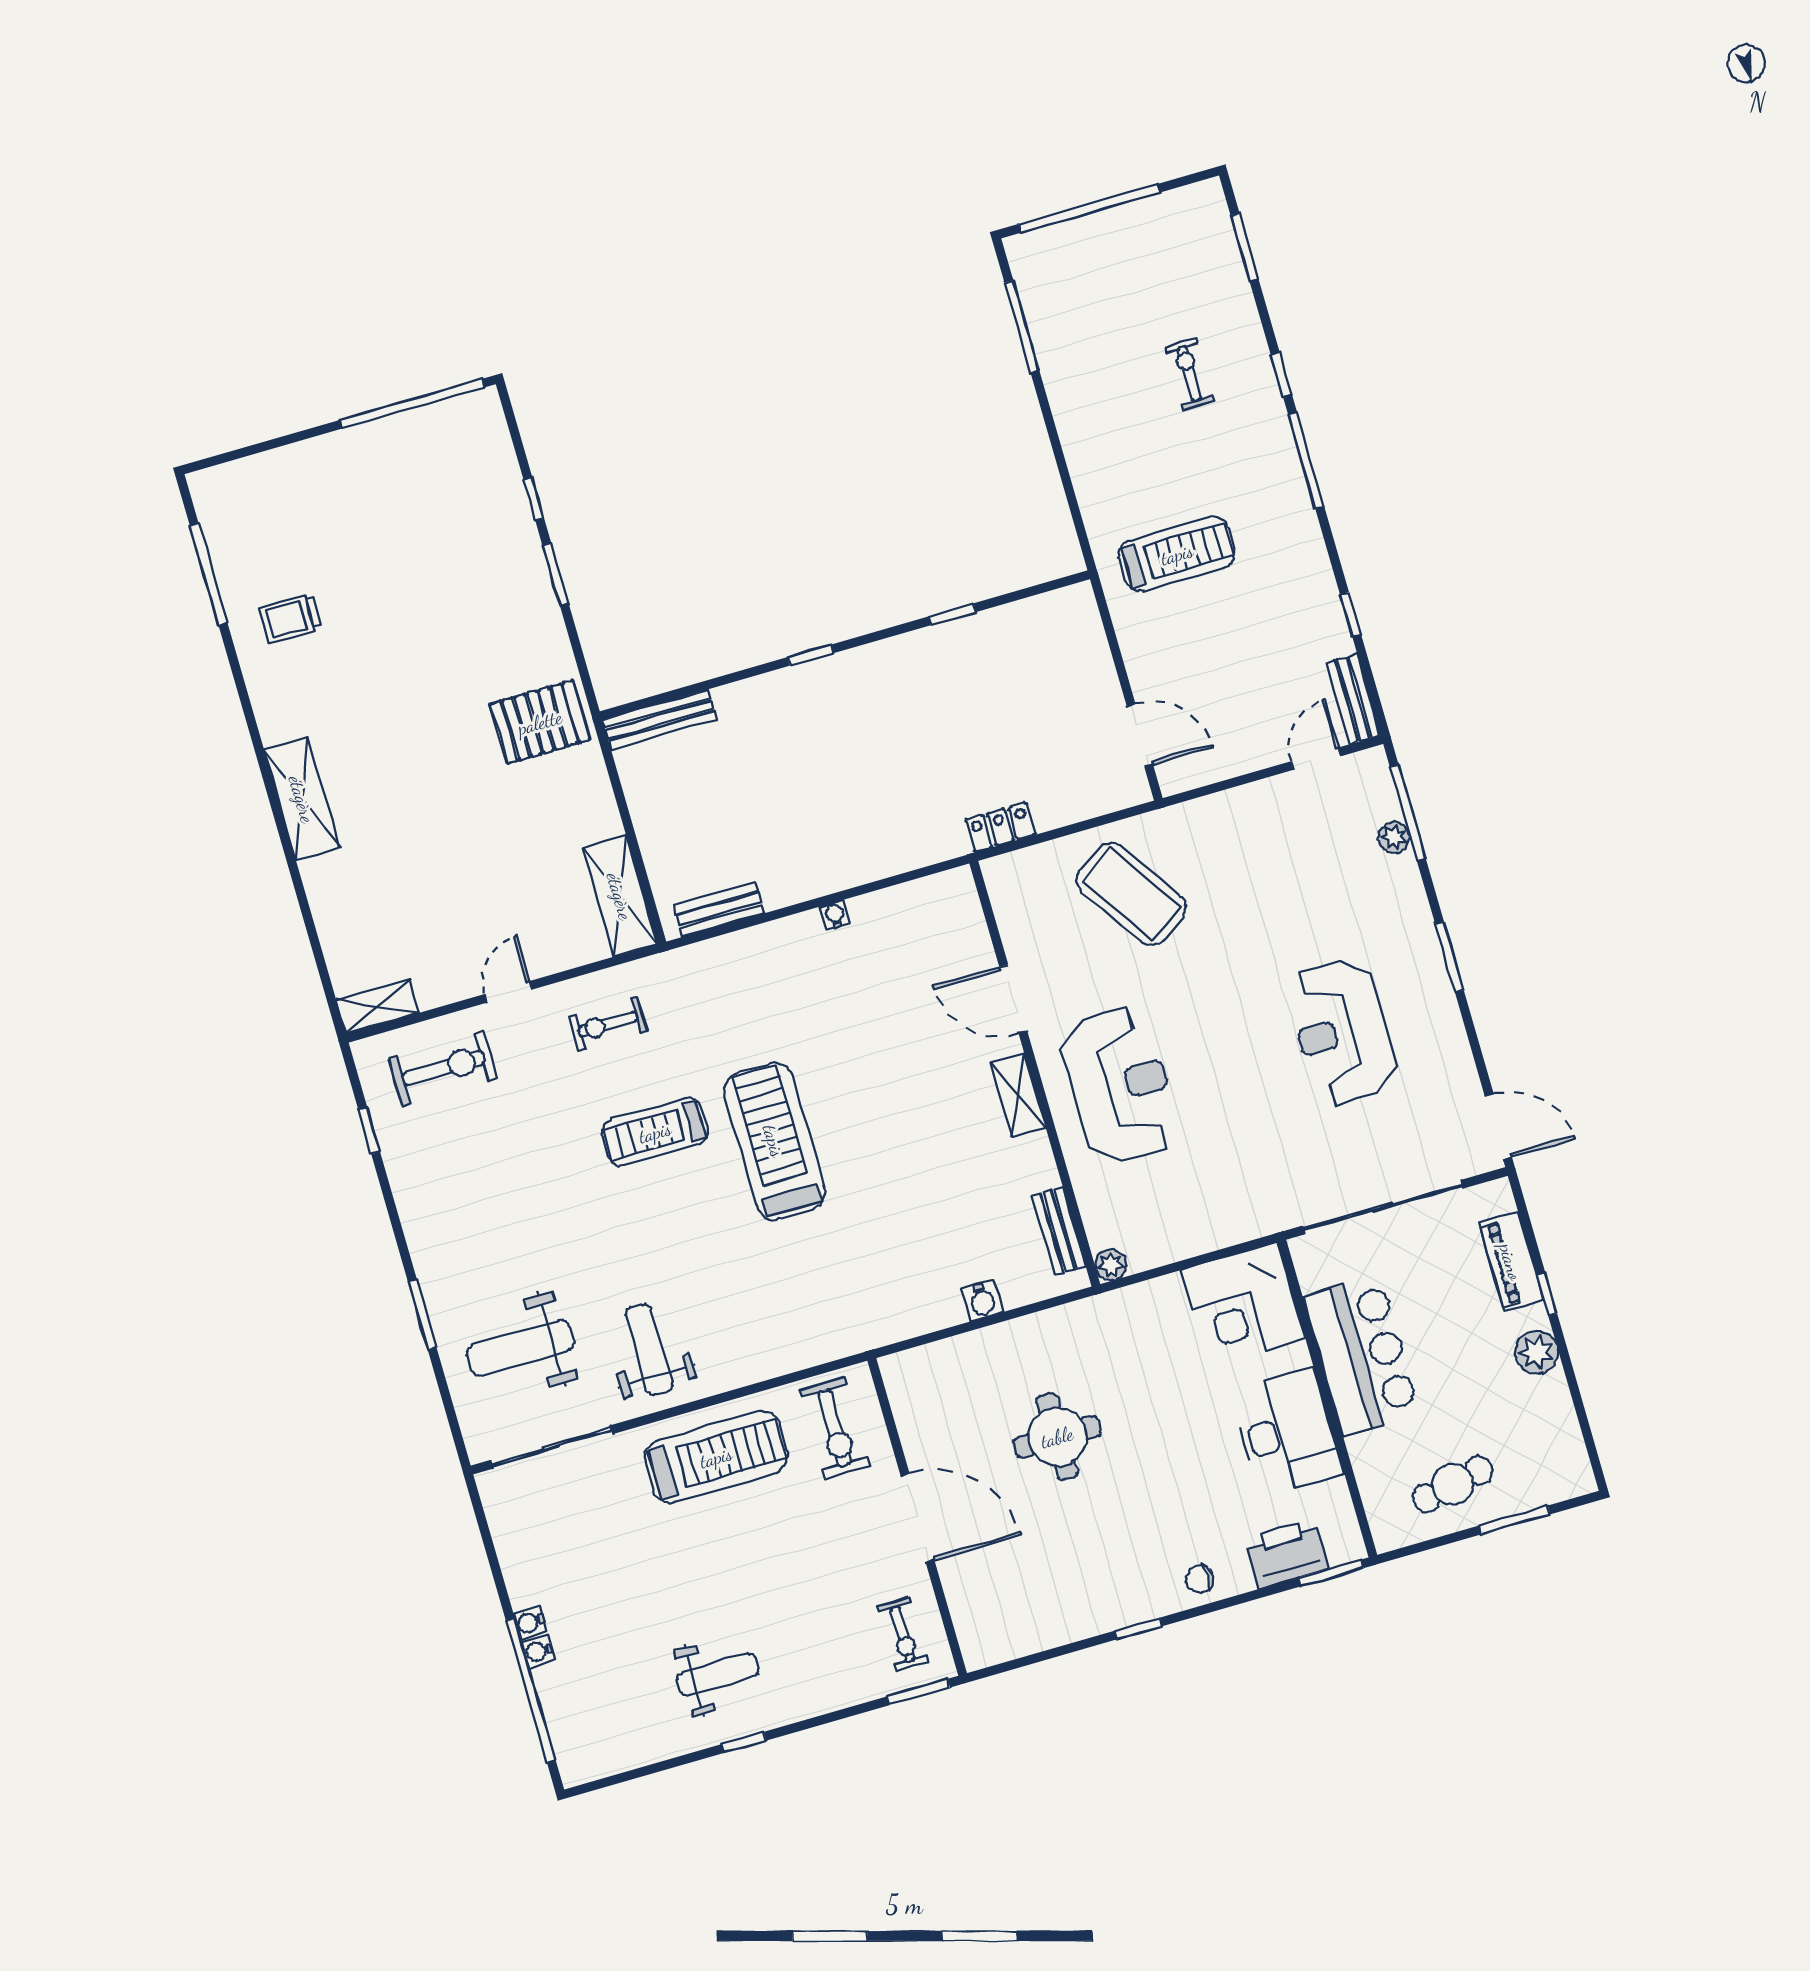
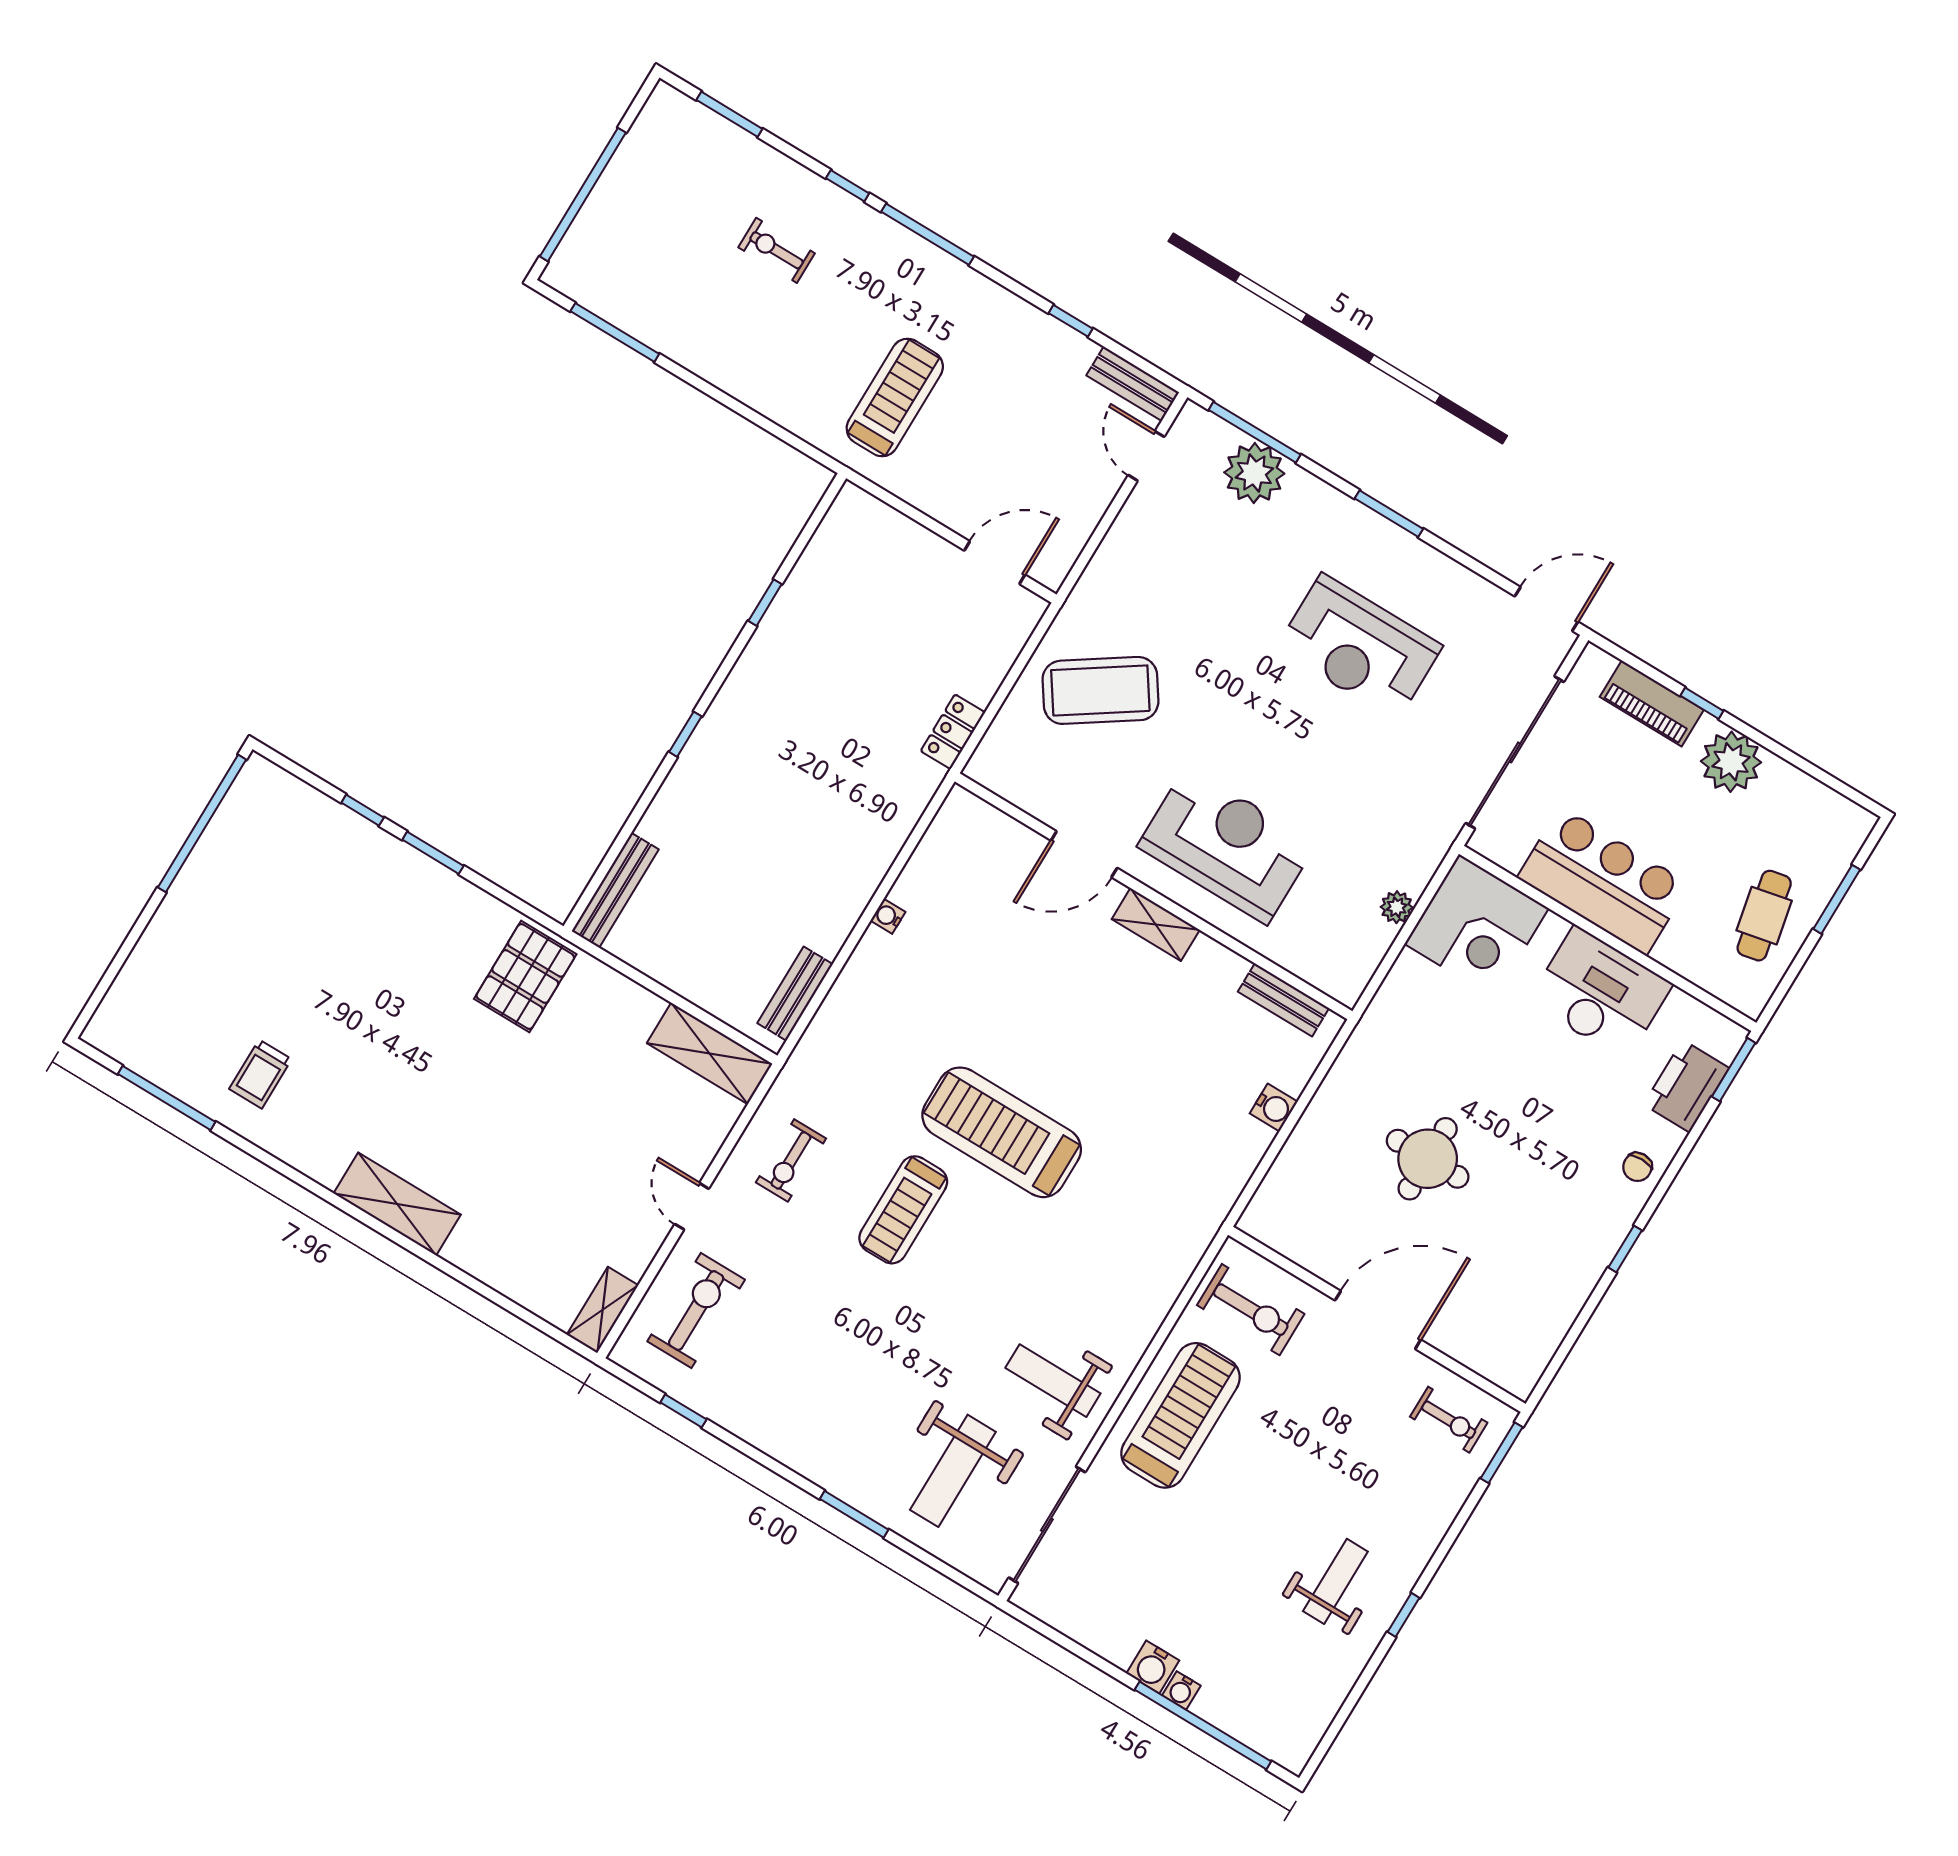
plant: (1394, 837) -> (1254, 473), width x1.87, depth x1.87
plant: (1111, 1265) -> (1397, 907), moved
plant: (1537, 1352) -> (1731, 762), width x1.36, depth x1.36
water cooler: (530, 1622) -> (1153, 1667), width x1.38, depth x1.38

